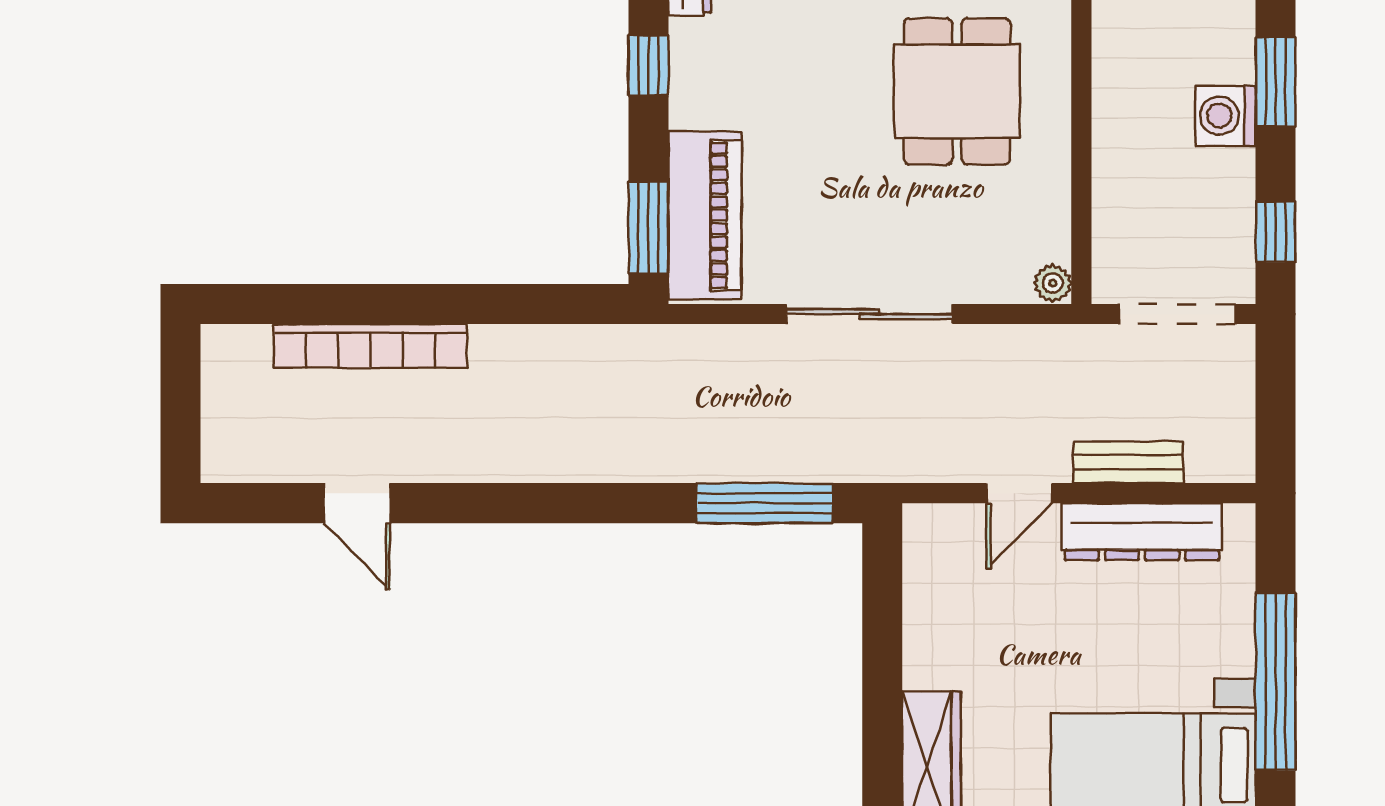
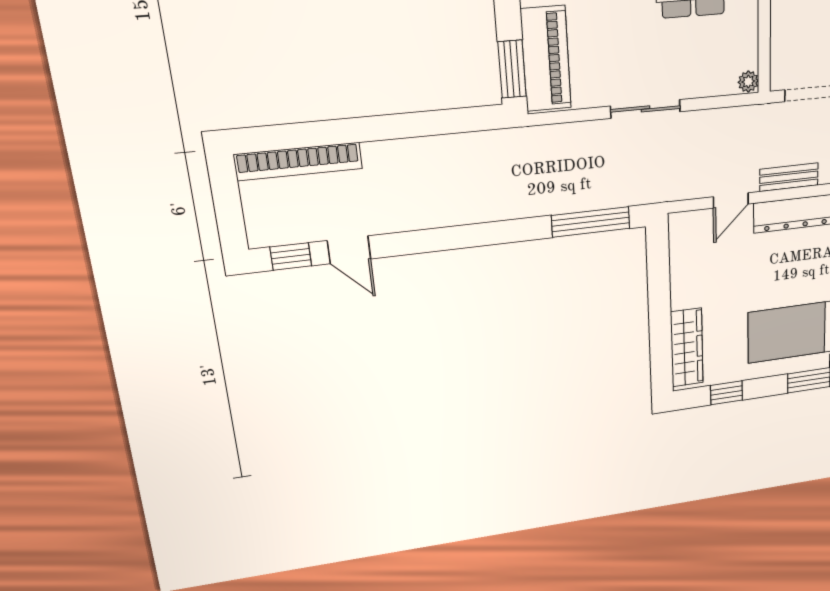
sliding door: (869, 314) -> (645, 109), width x0.73
bookcase: (370, 346) -> (298, 161), moved
window: (264, 503) -> (291, 257), added

